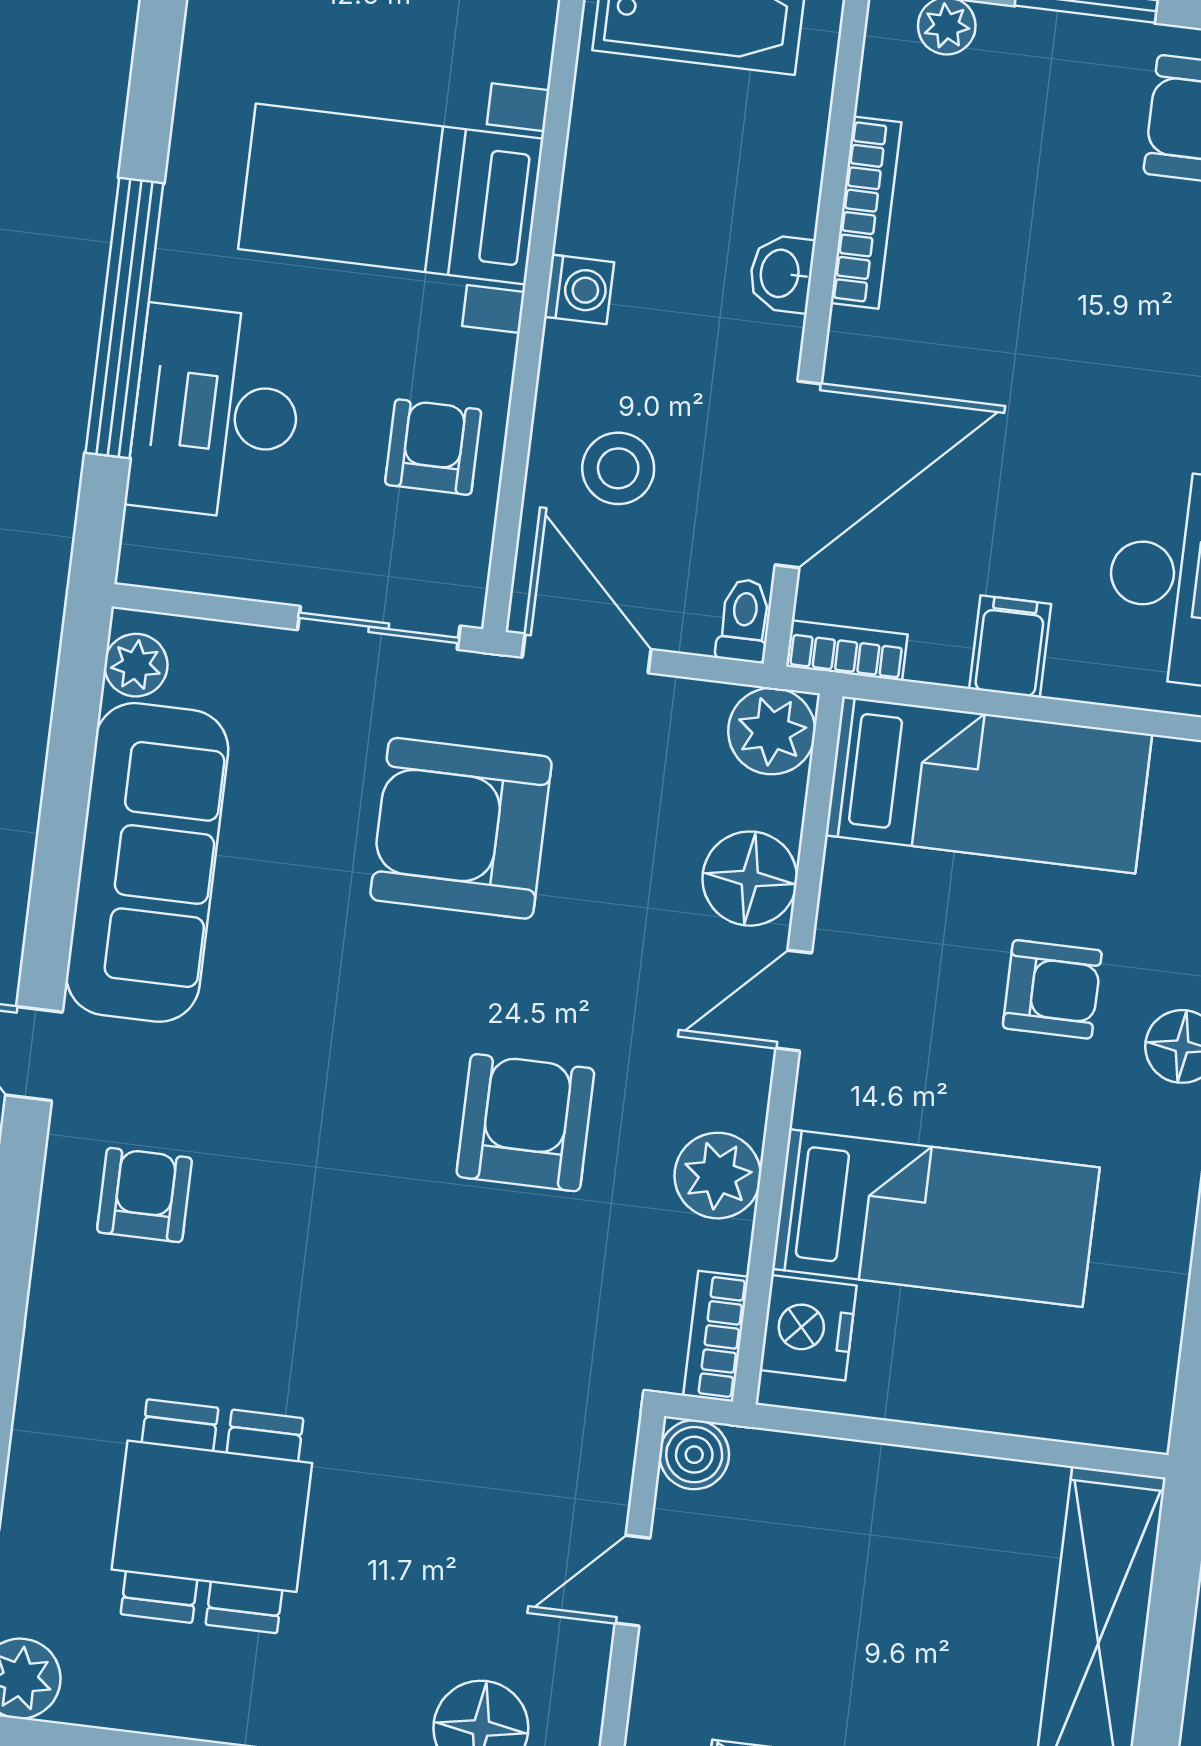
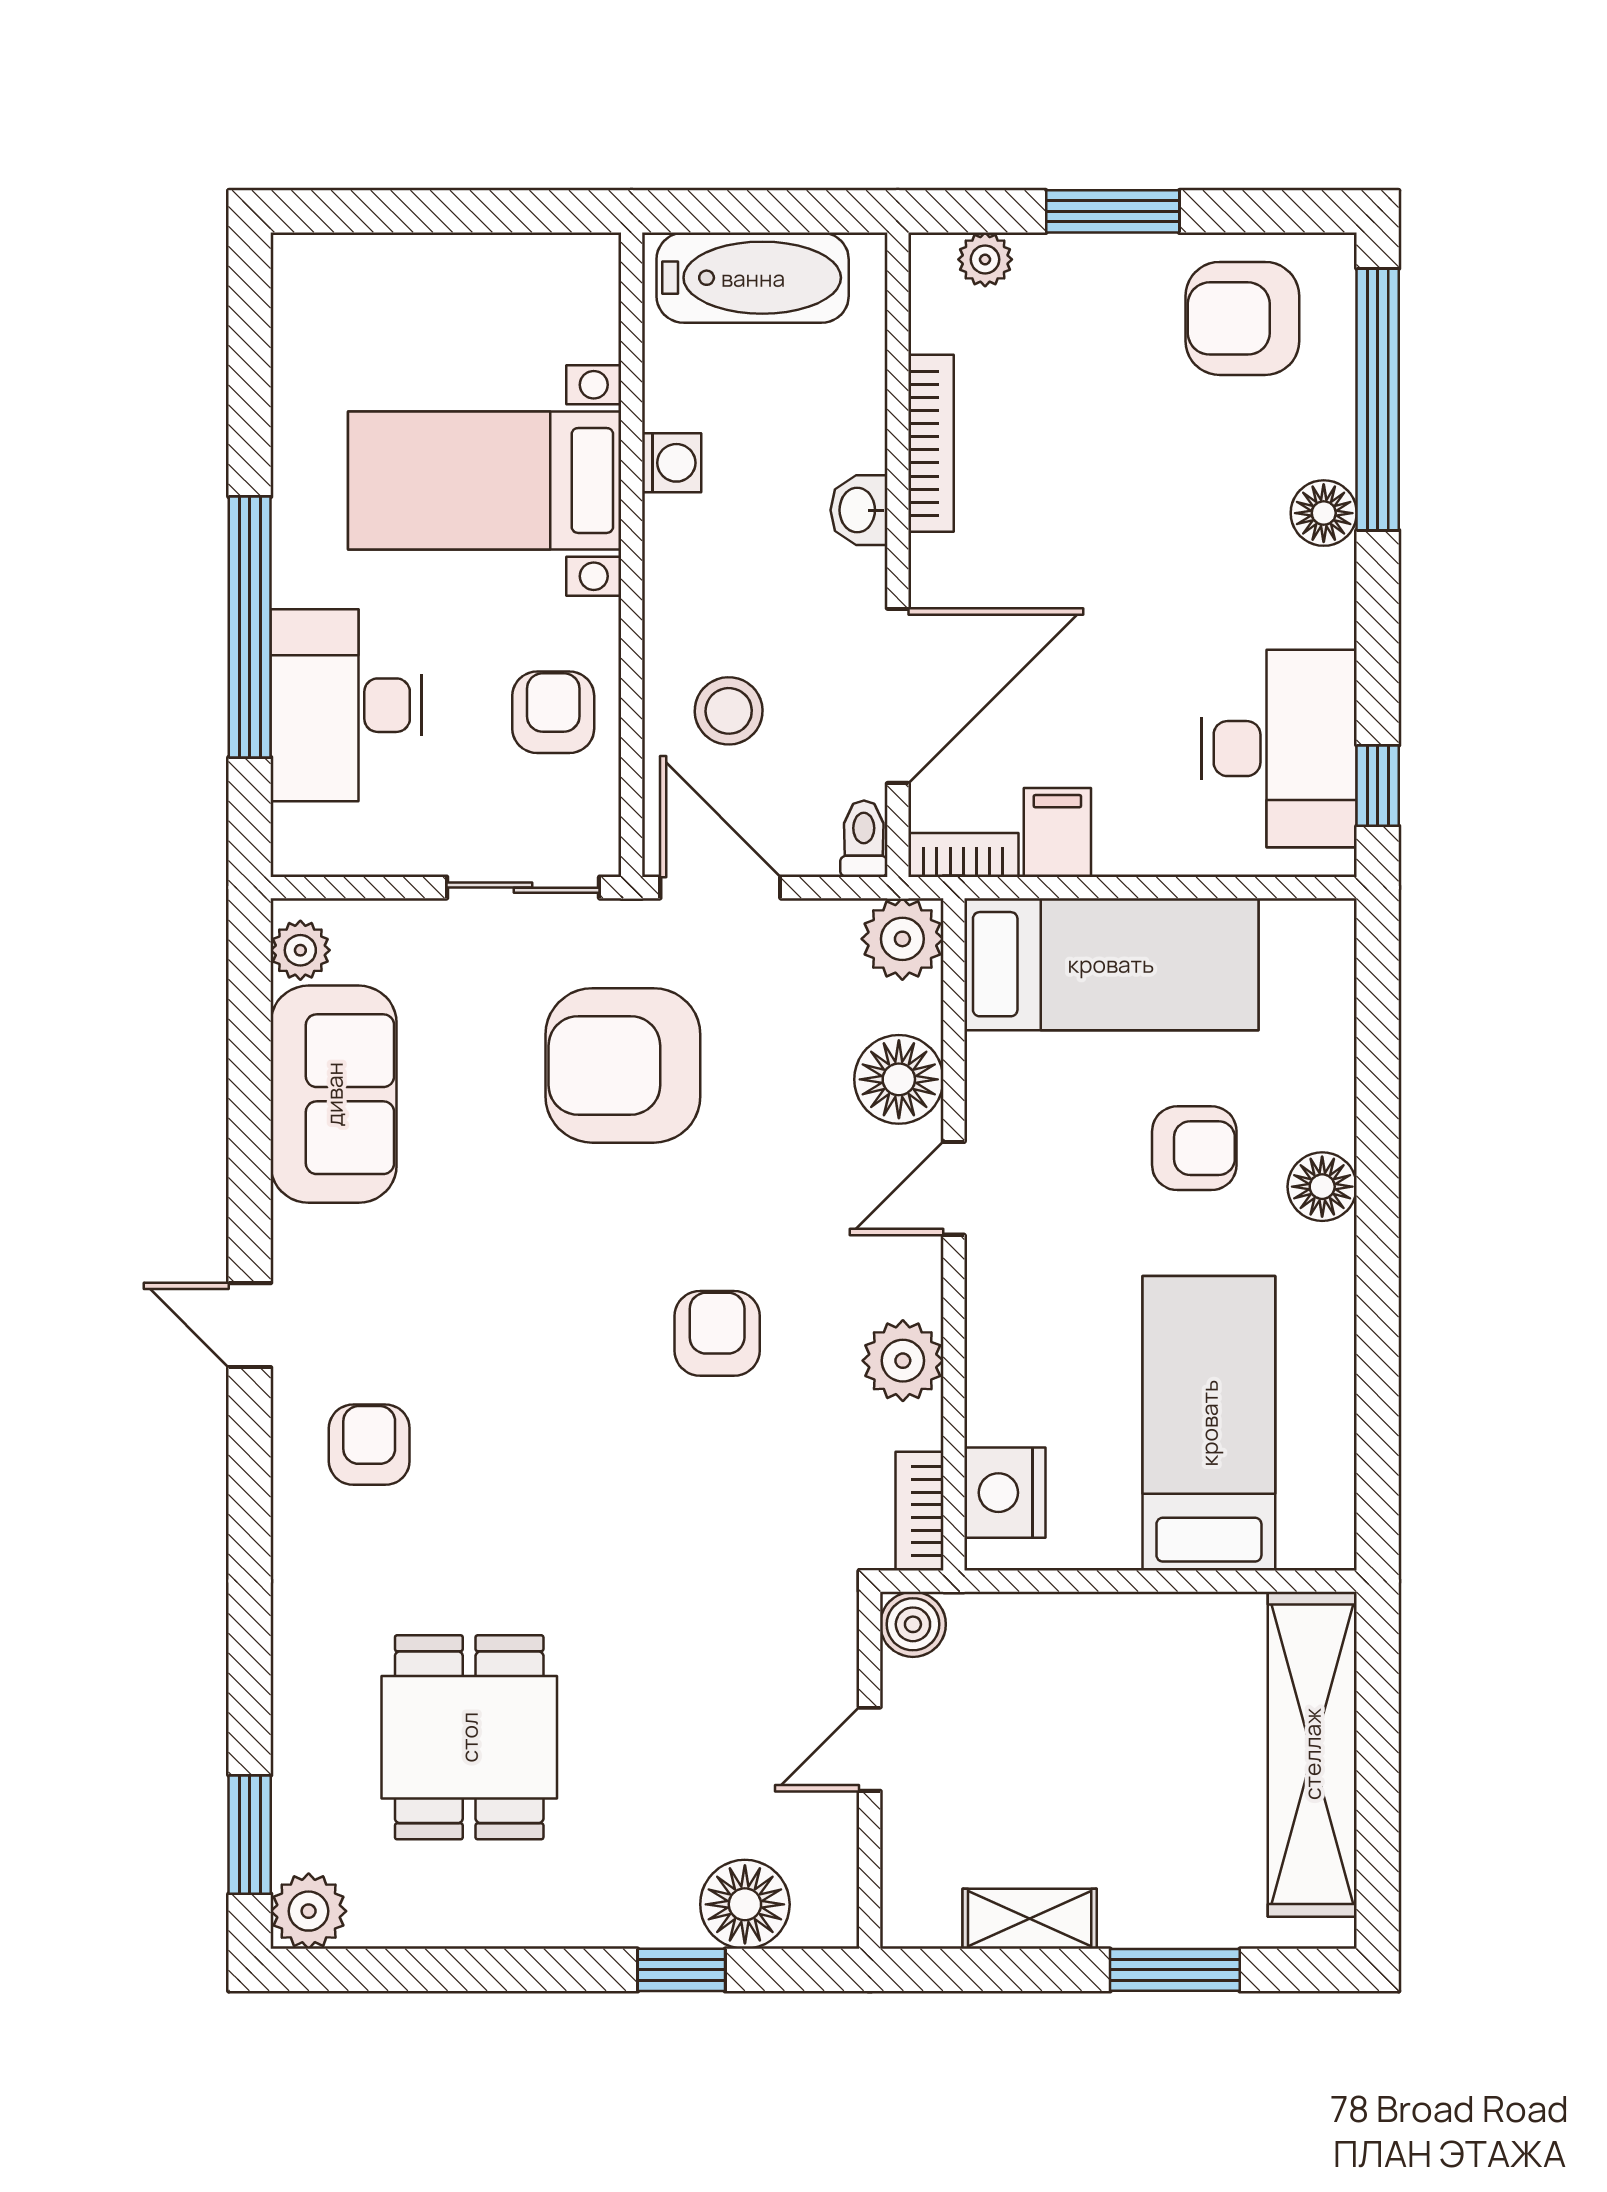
washing machine: (579, 289) -> (672, 463), moved
filing cabinet: (1010, 646) -> (1057, 832), moved
sofa: (147, 862) -> (334, 1094), width x0.73
armchair: (525, 1123) -> (717, 1333), width x0.72, depth x0.72
bed: (936, 1218) -> (1209, 1423), moved, turned -90

